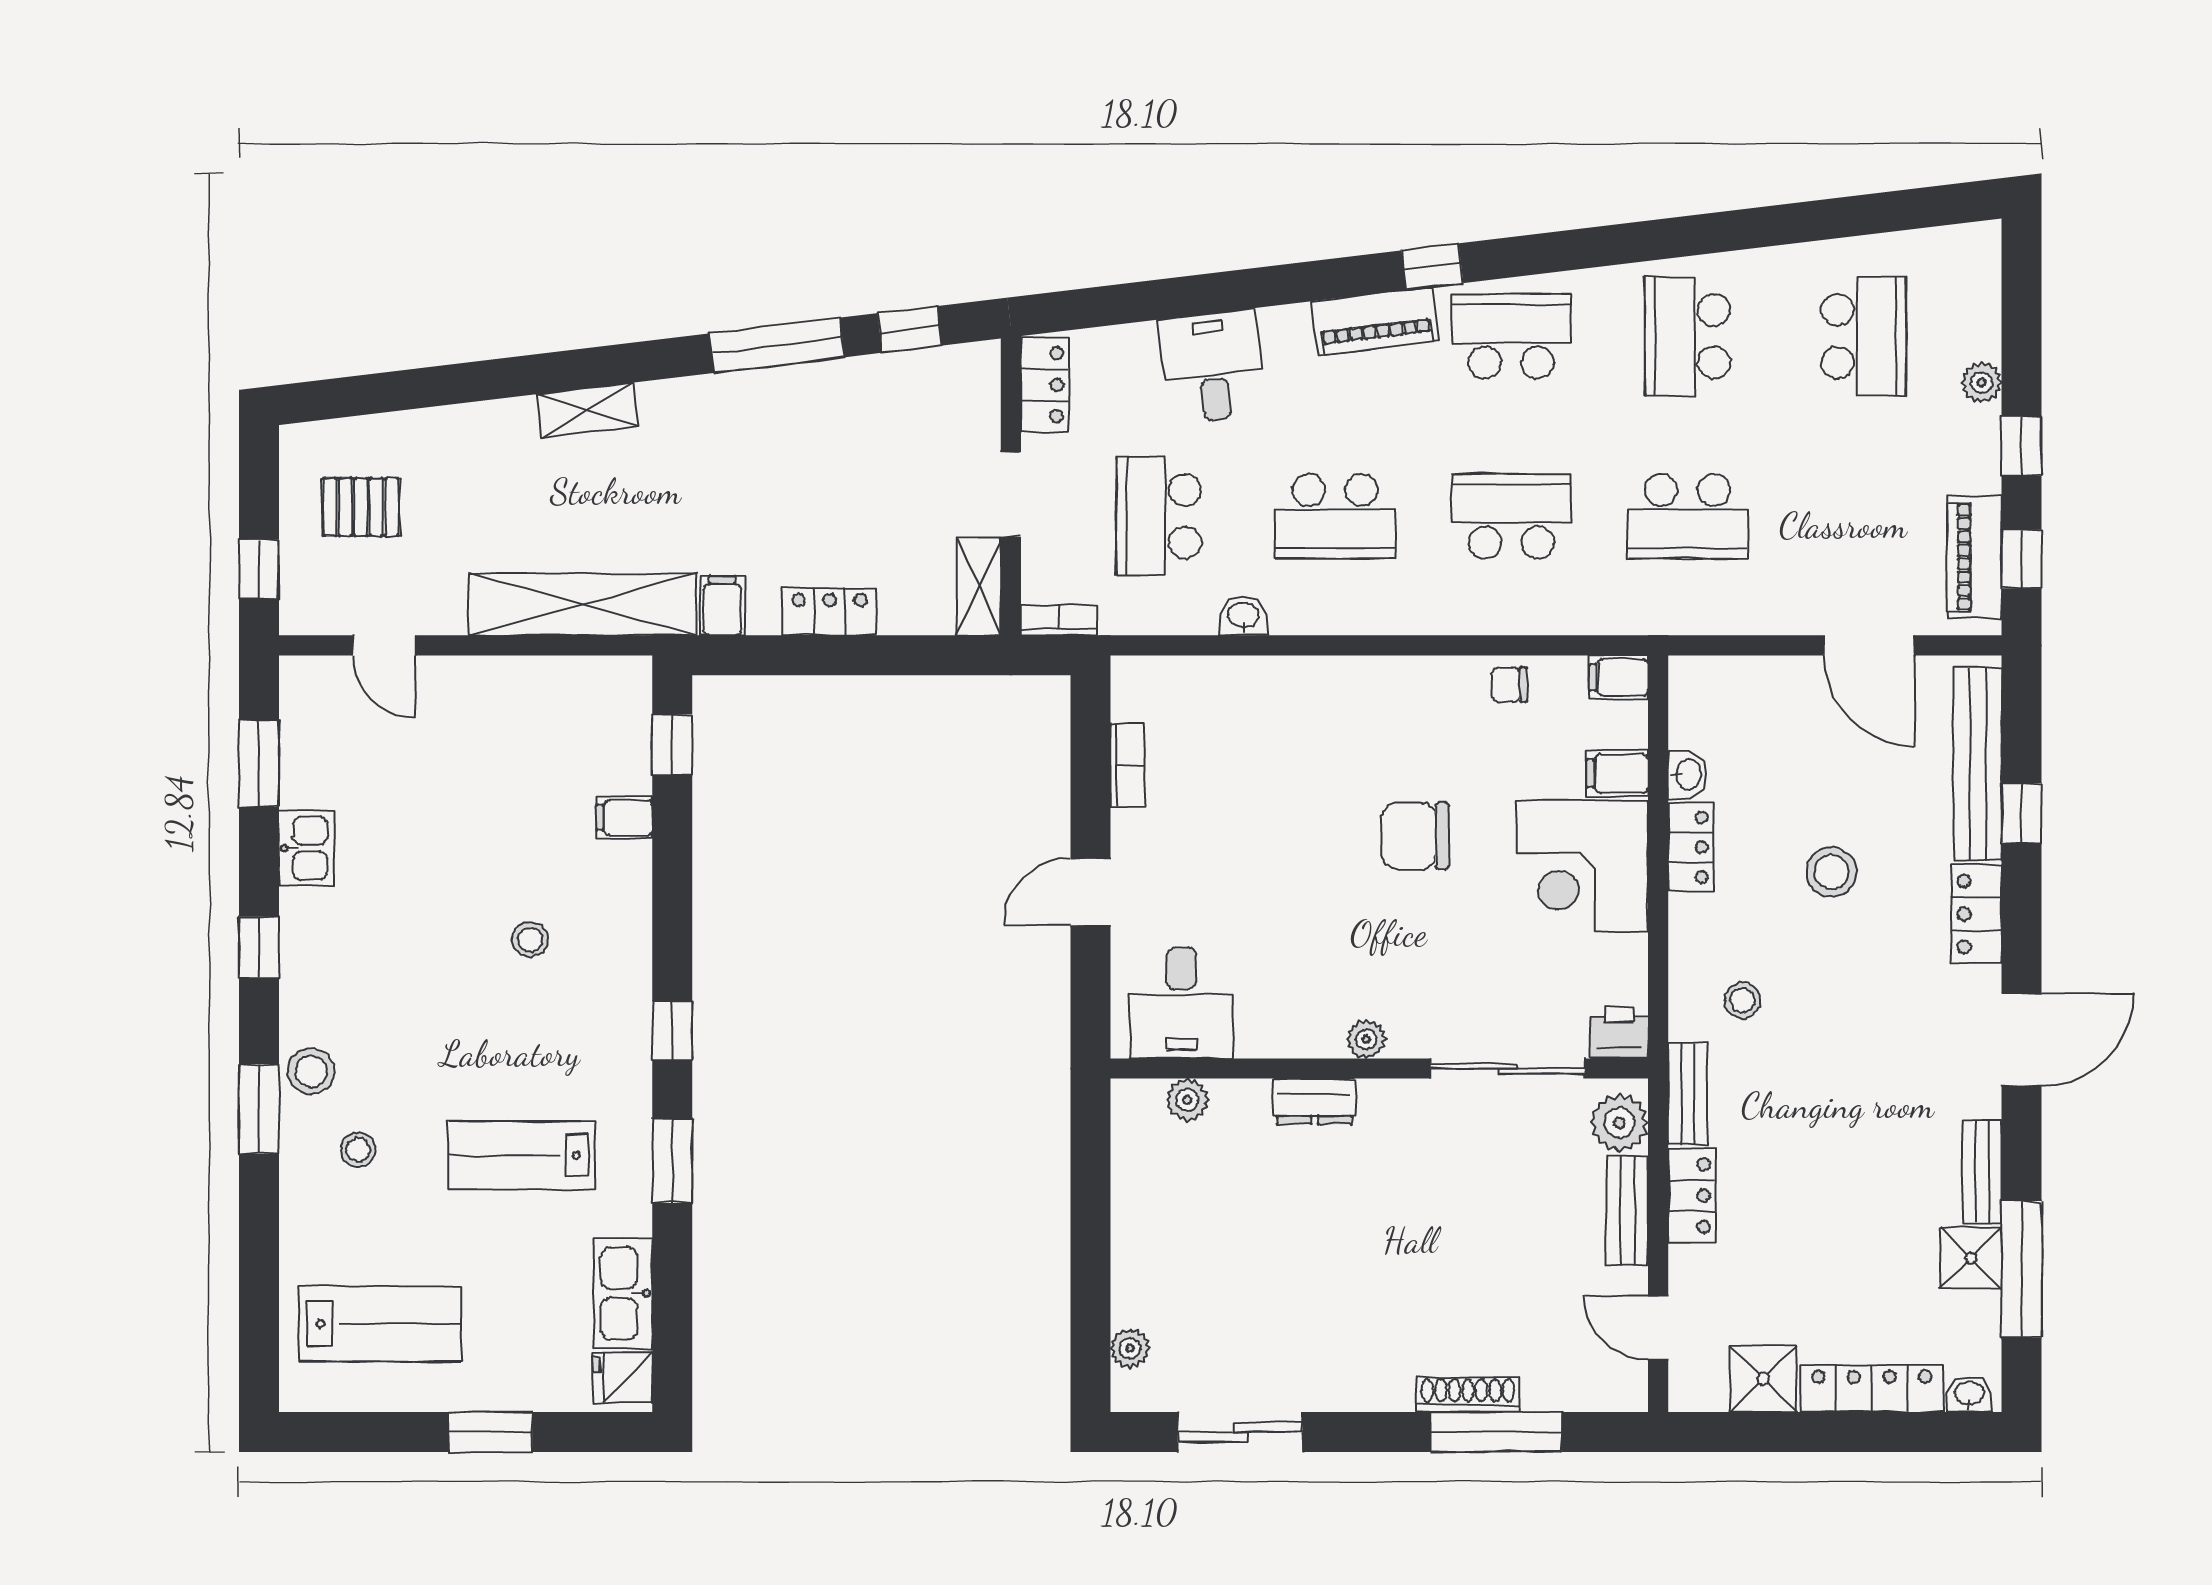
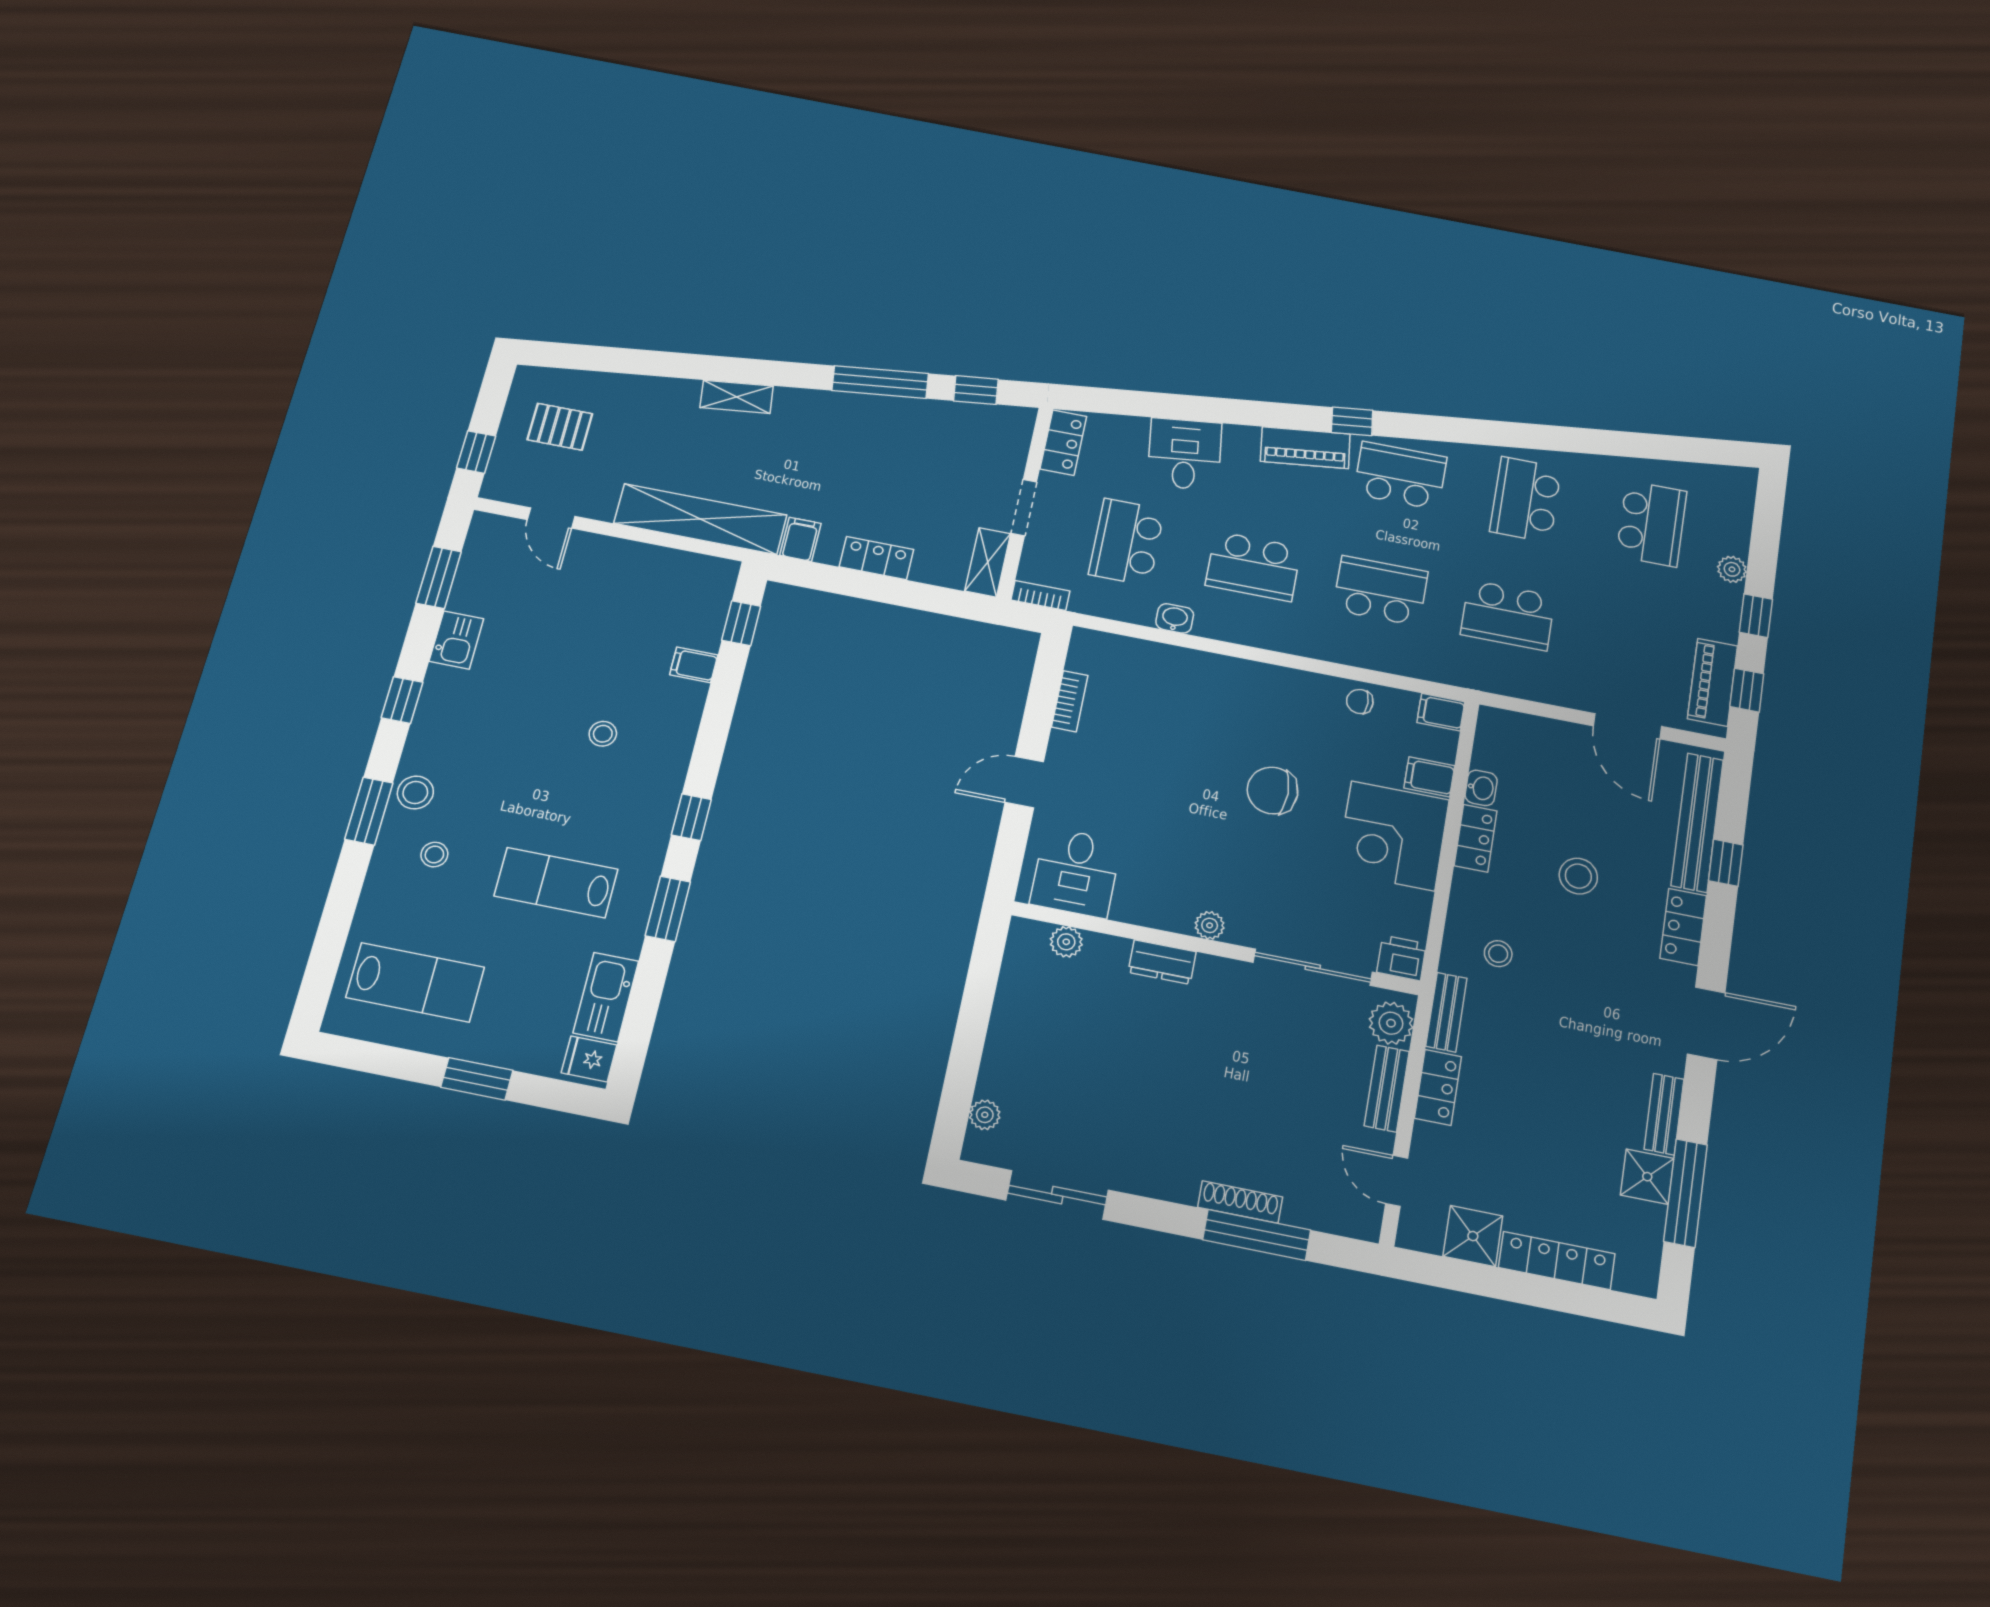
washbasin: (1969, 1394) -> (1633, 1280), removed

